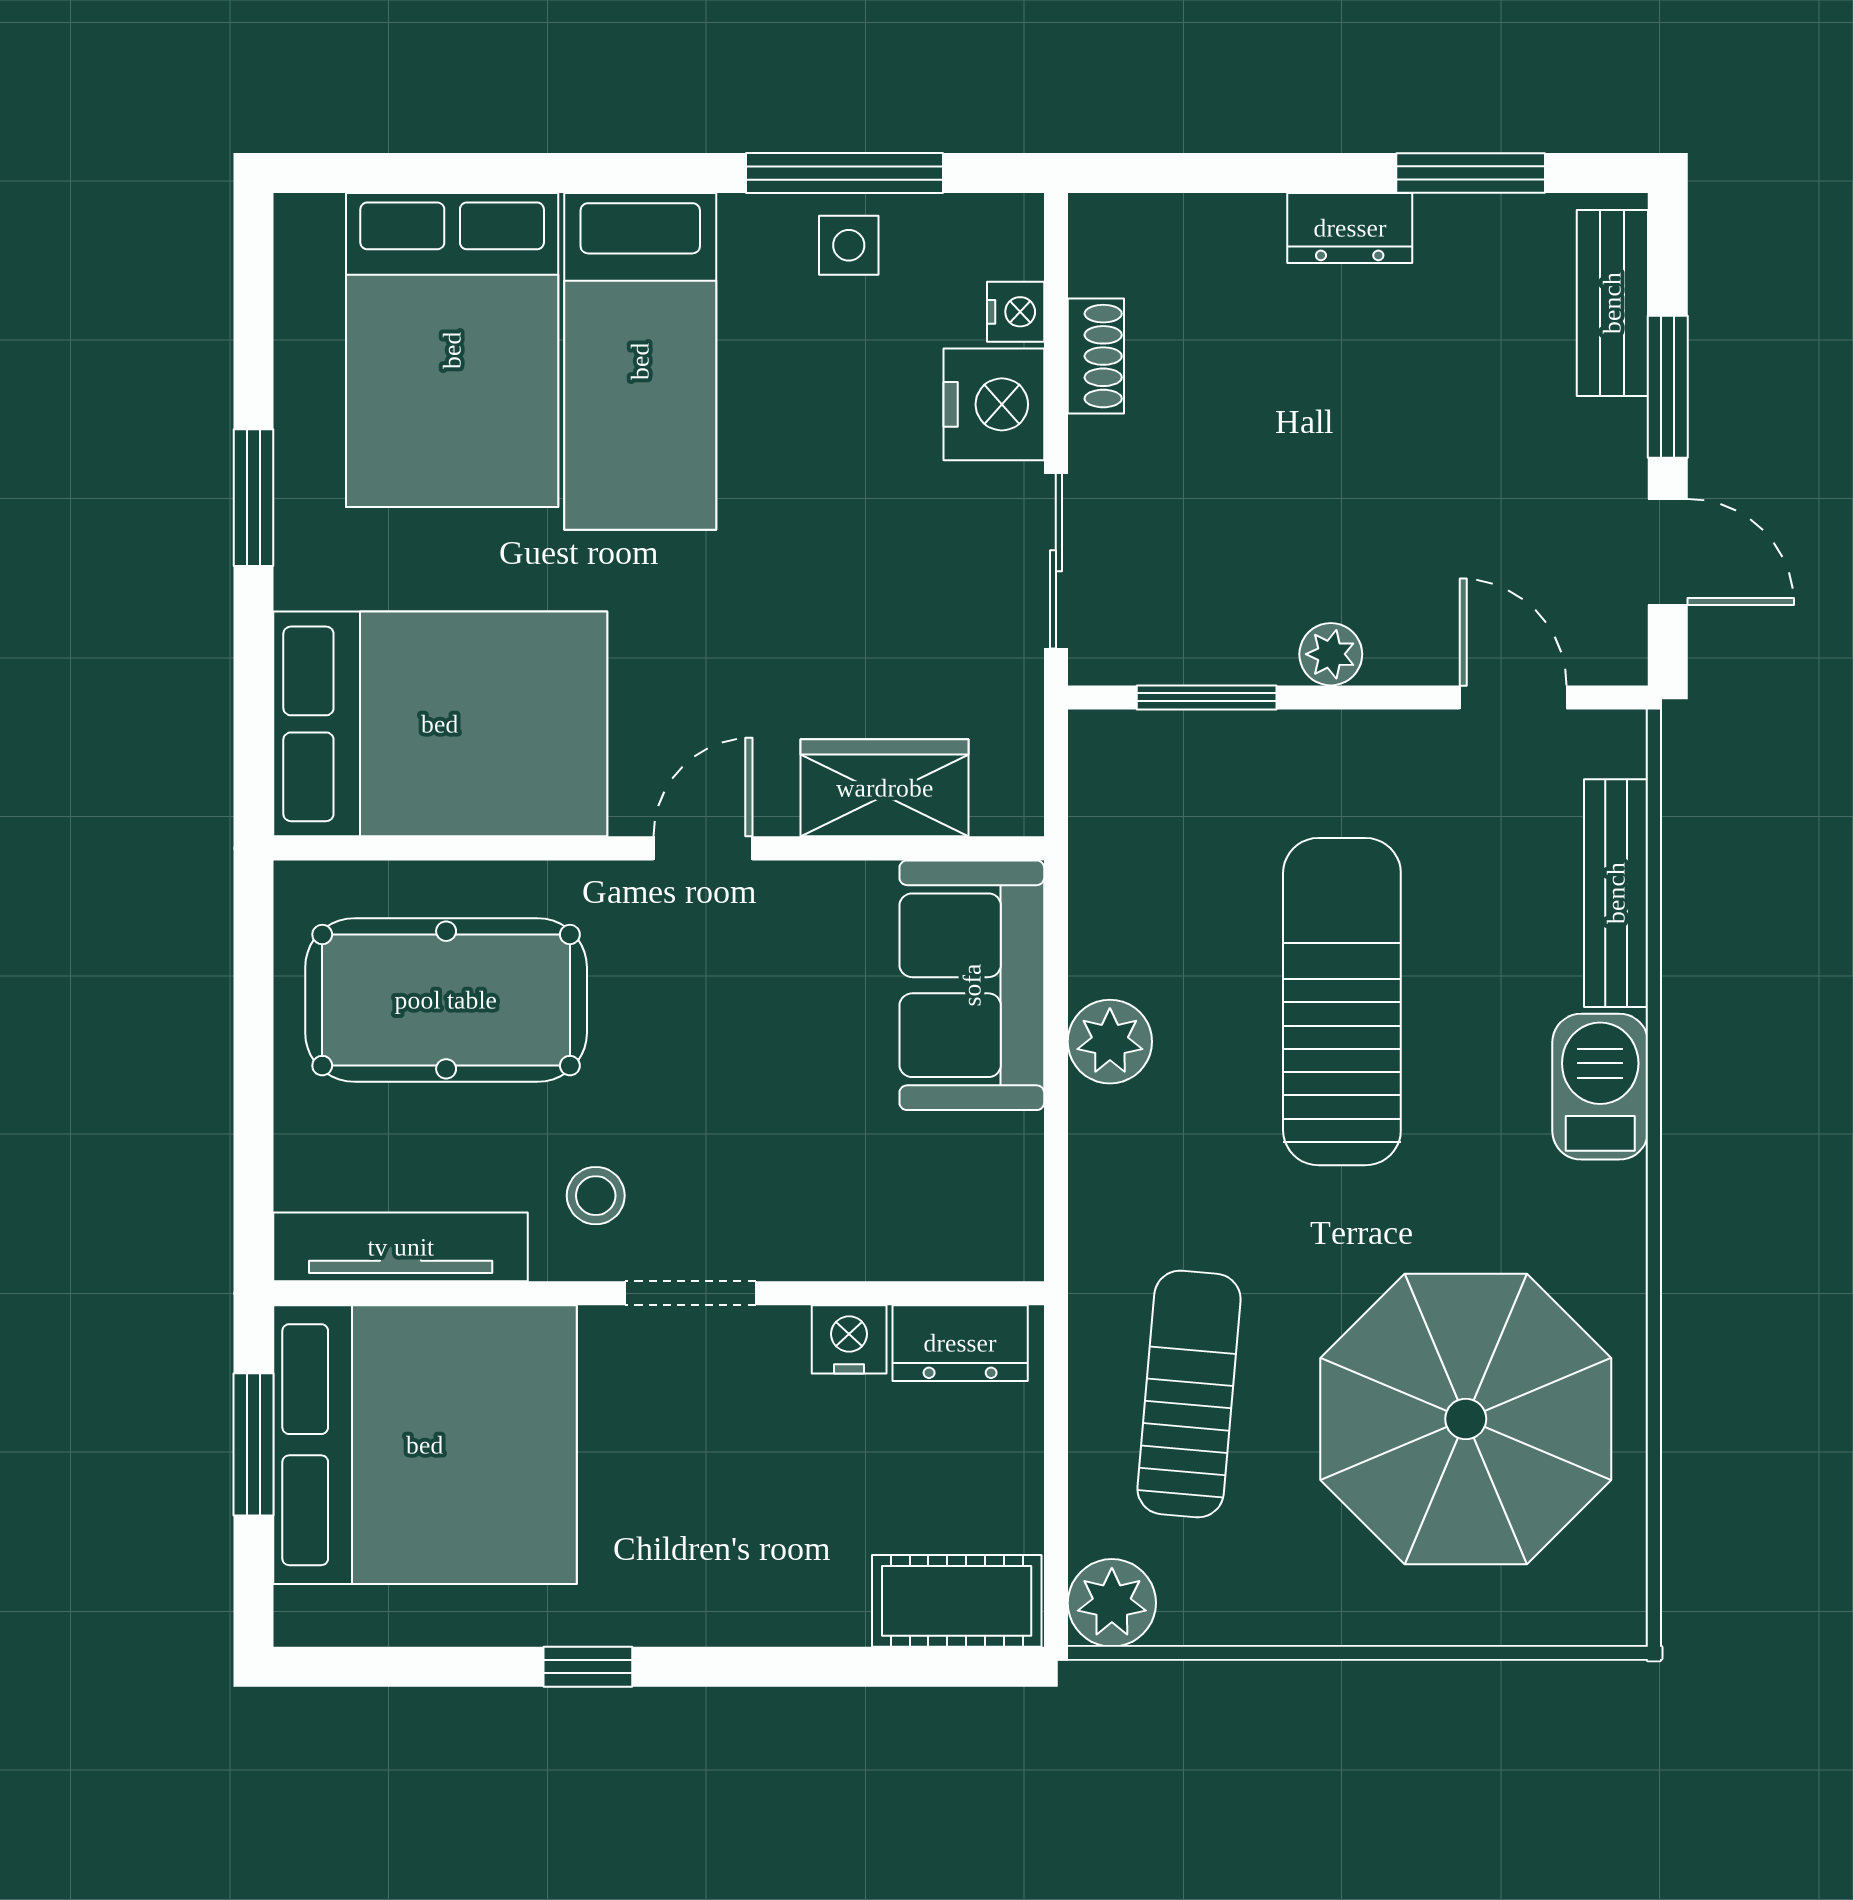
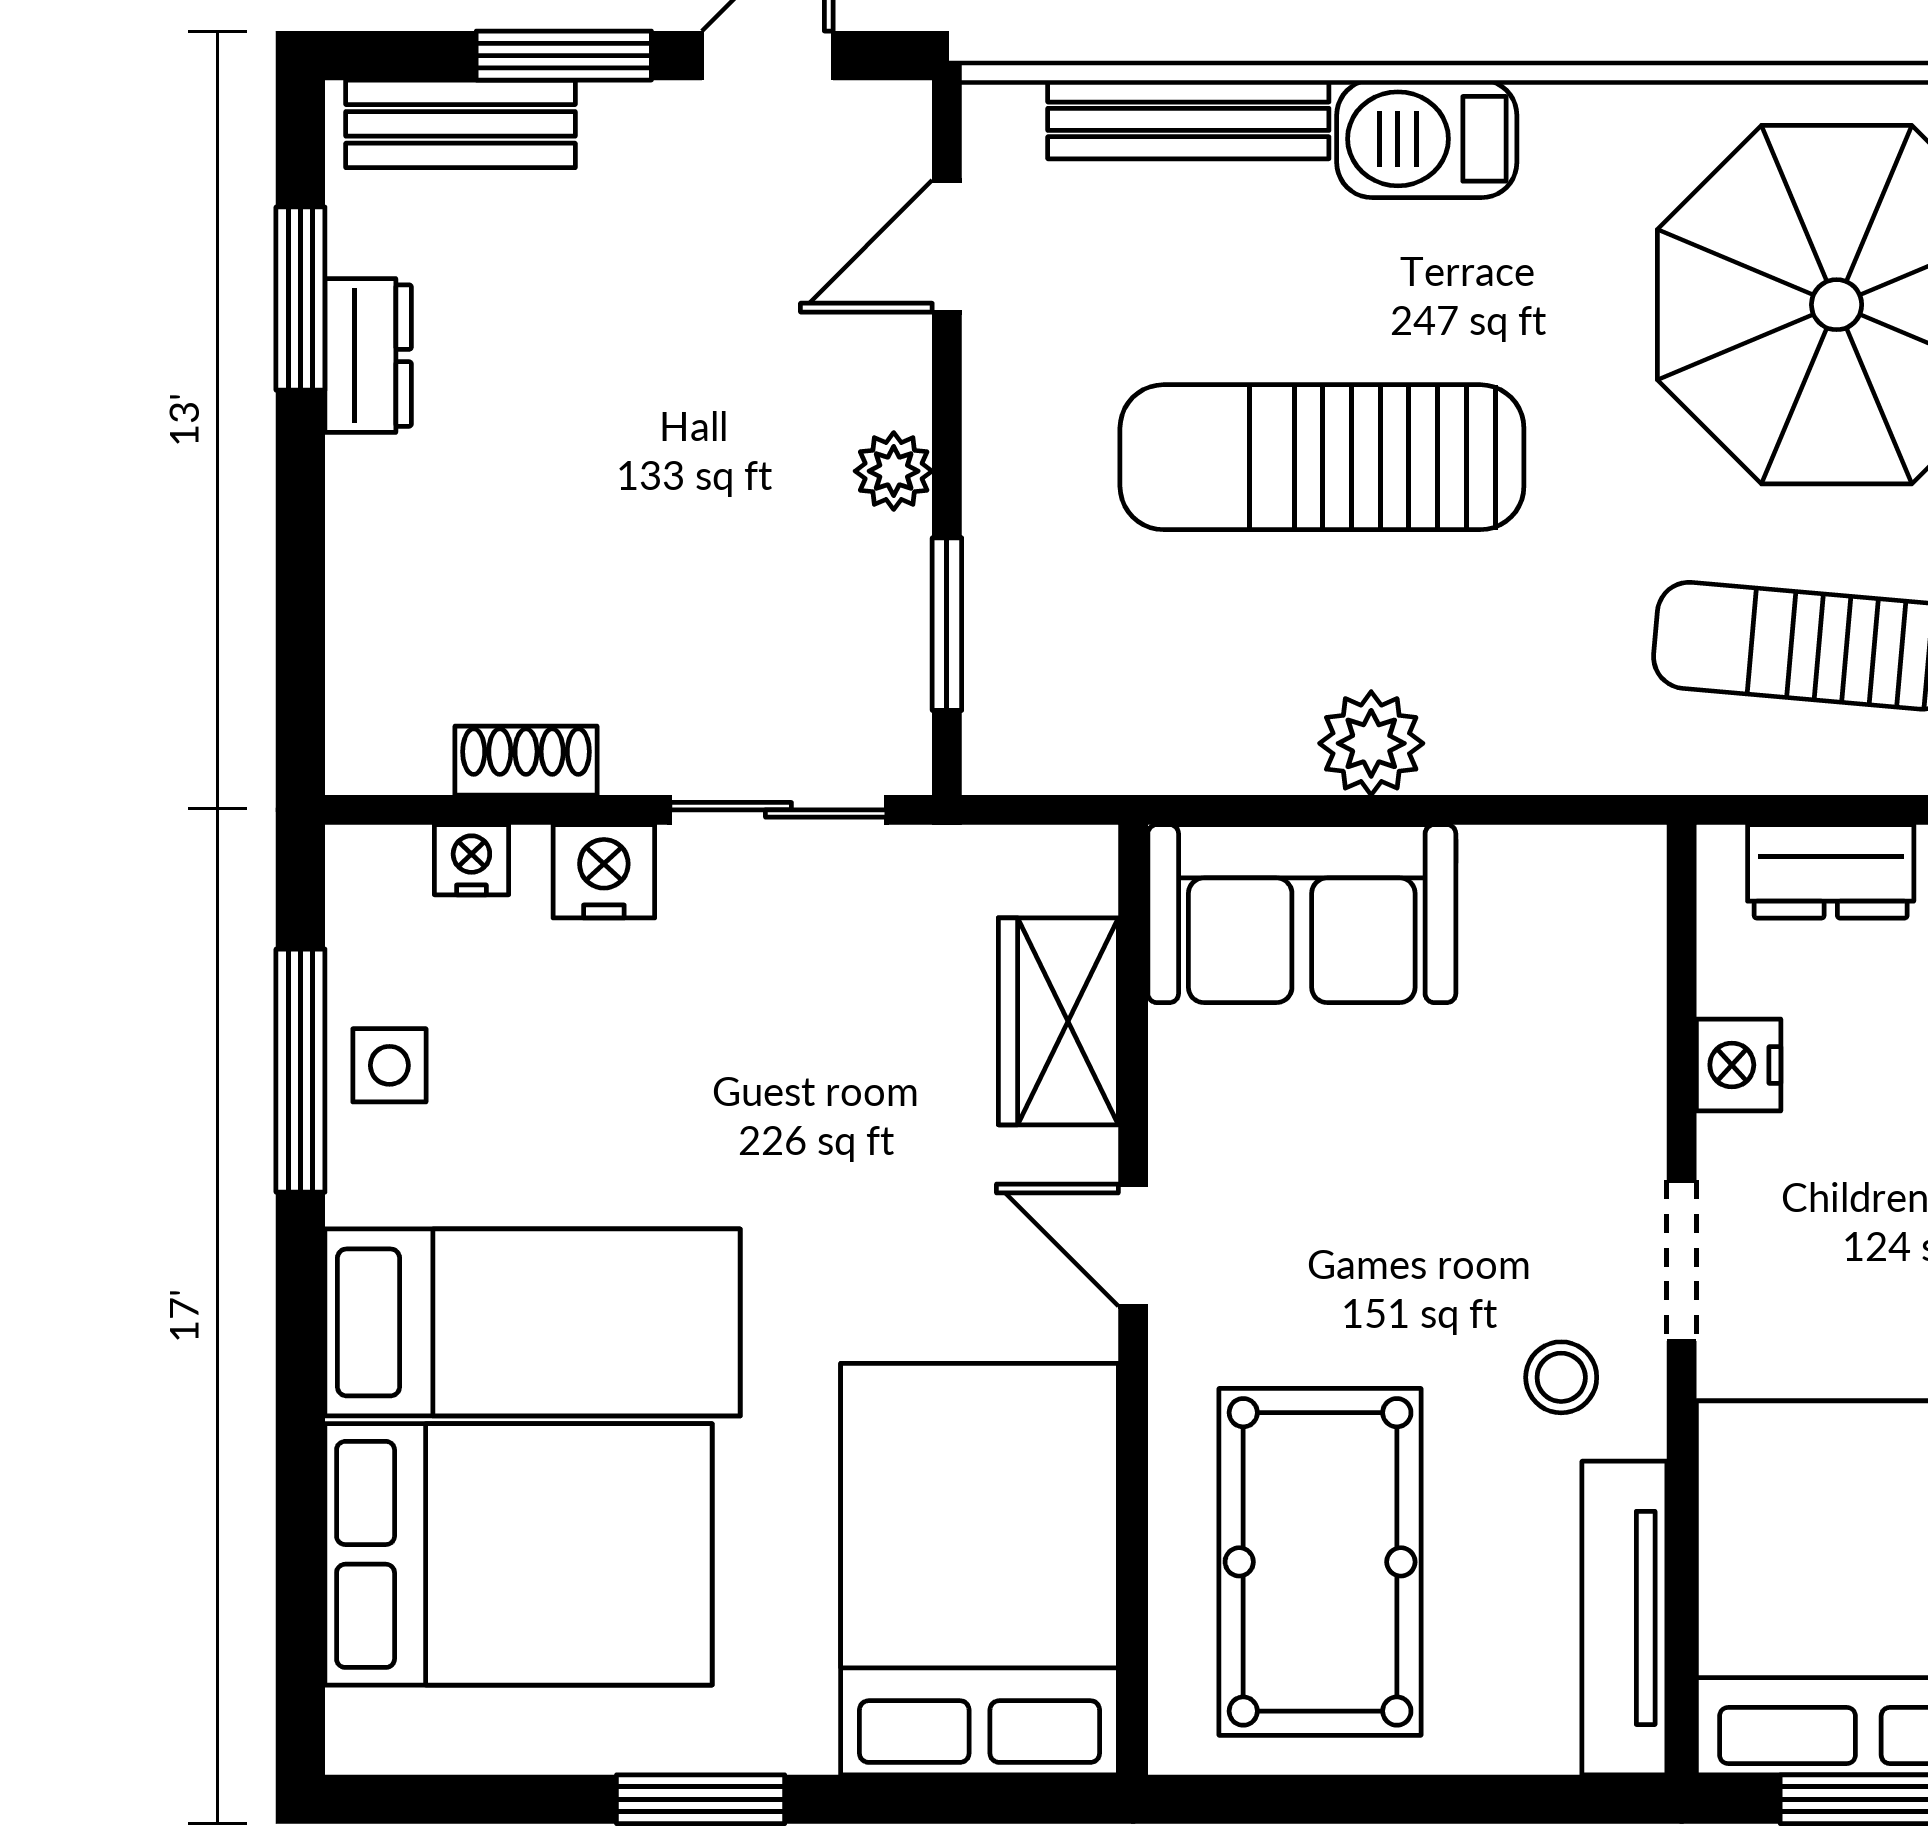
dresser: (1350, 228) -> (368, 356), moved
nightstand: (994, 404) -> (604, 871), width x0.74, depth x0.75
dresser: (960, 1343) -> (1831, 871), moved, turned 90

